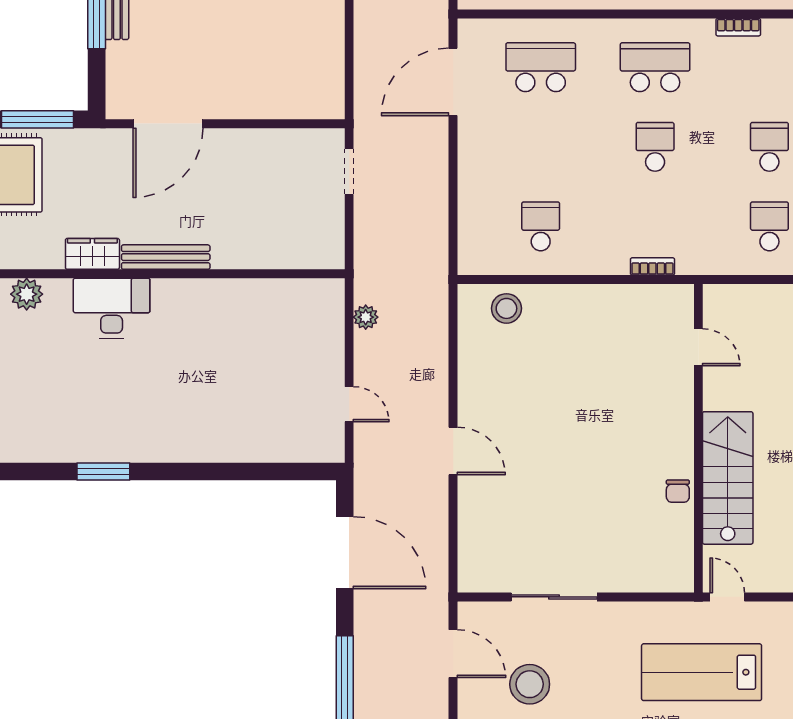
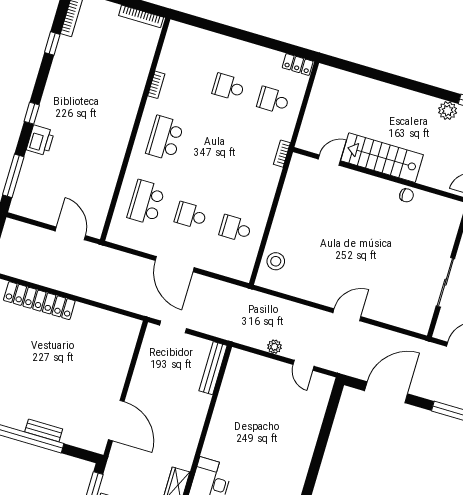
door: (453, 82) -> (175, 264), moved
school desk: (655, 147) -> (191, 215), moved
bench: (166, 257) -> (213, 368), moved
bookcase: (652, 266) -> (282, 154), moved
plant: (366, 317) -> (274, 347), moved
door: (349, 404) -> (304, 365), swing flipped
stairs: (728, 478) -> (382, 158), moved

